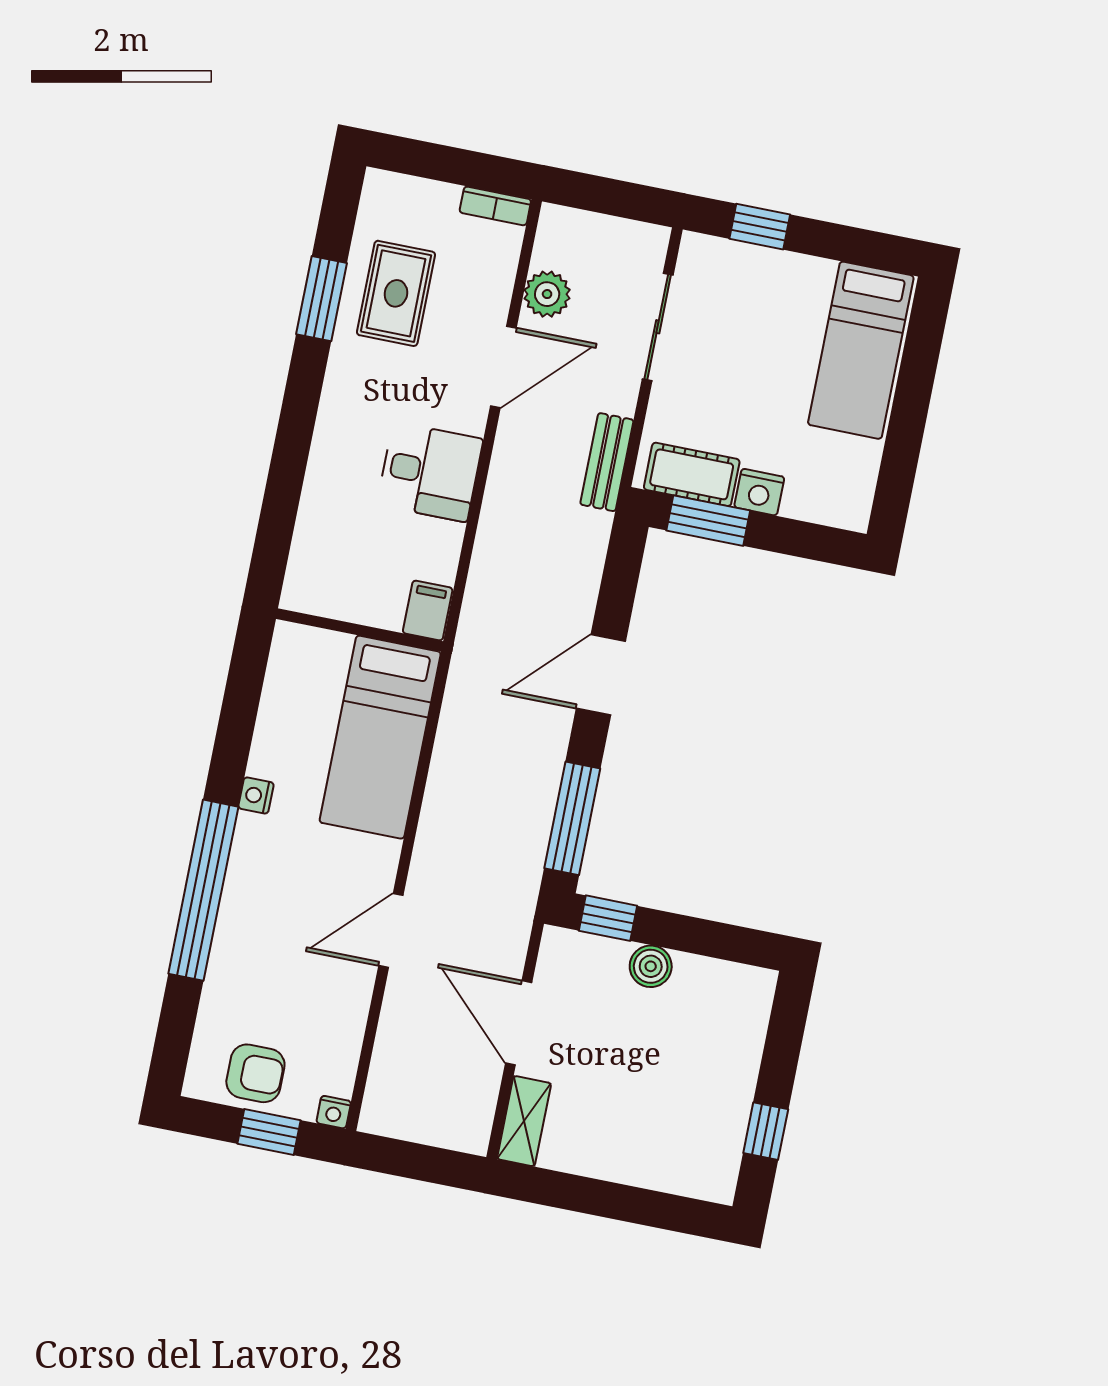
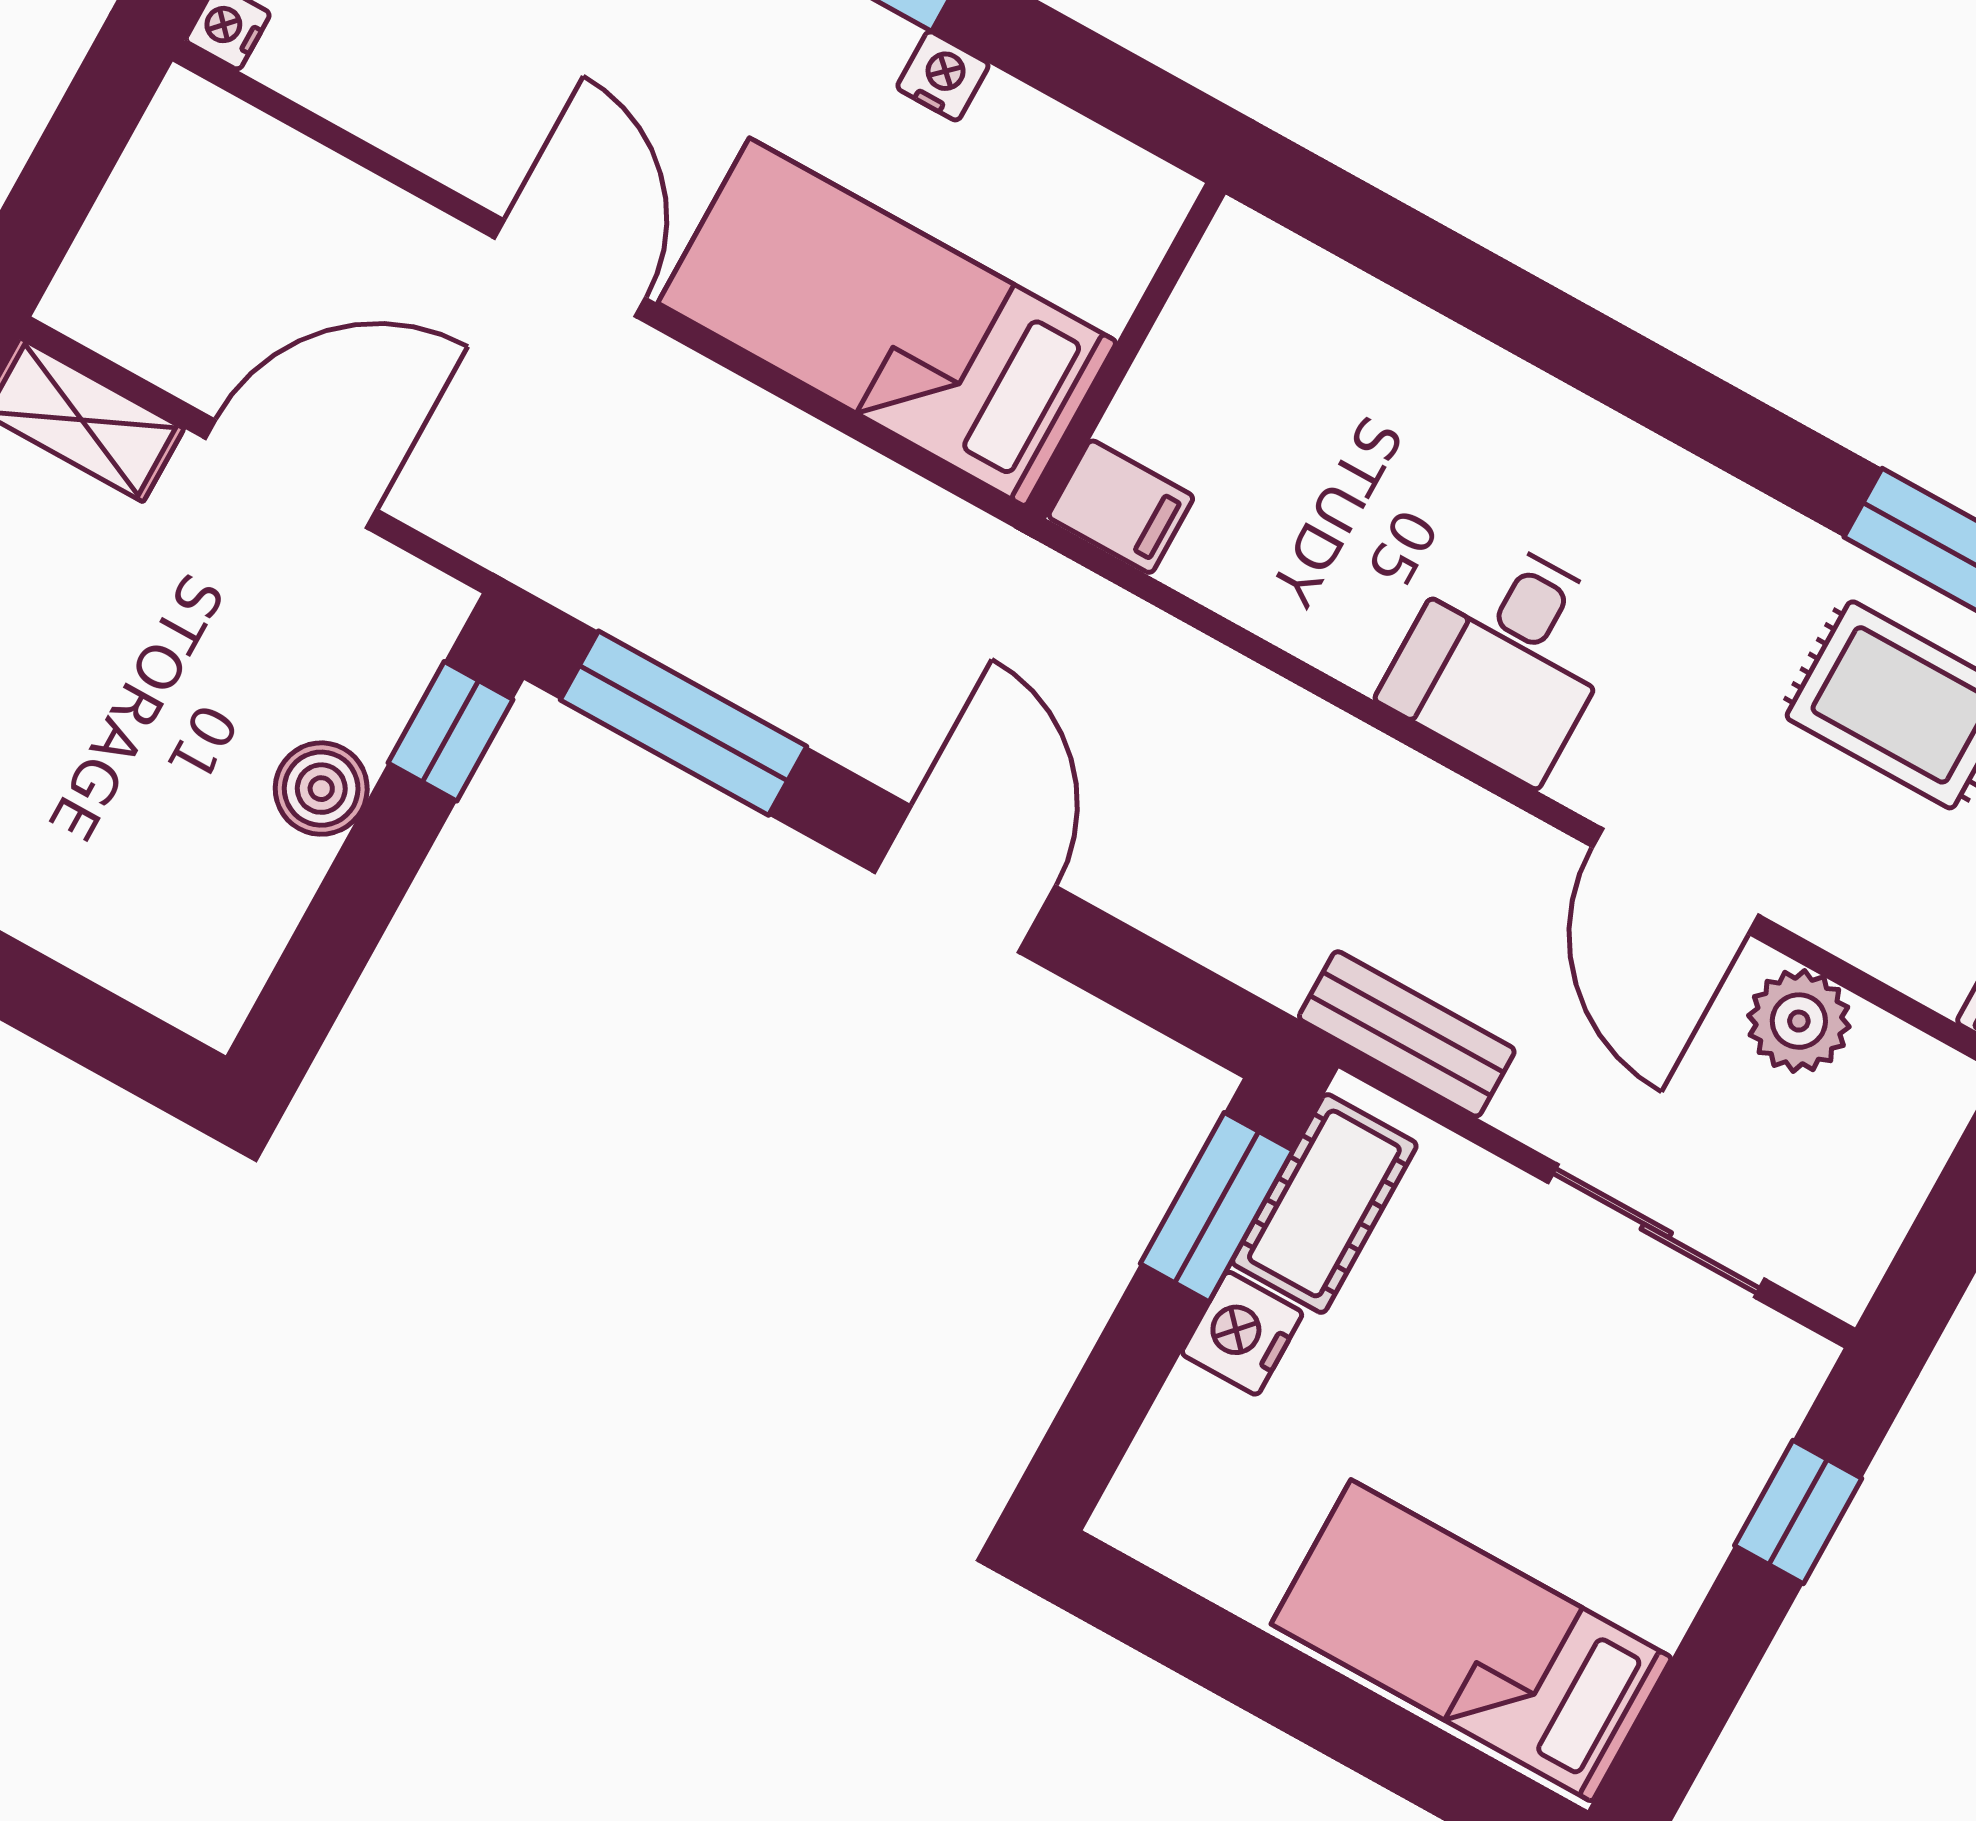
filing cabinet: (428, 611) -> (1121, 507), moved
wall: (359, 630) -> (1126, 351), moved
bed: (380, 737) -> (887, 322), moved

